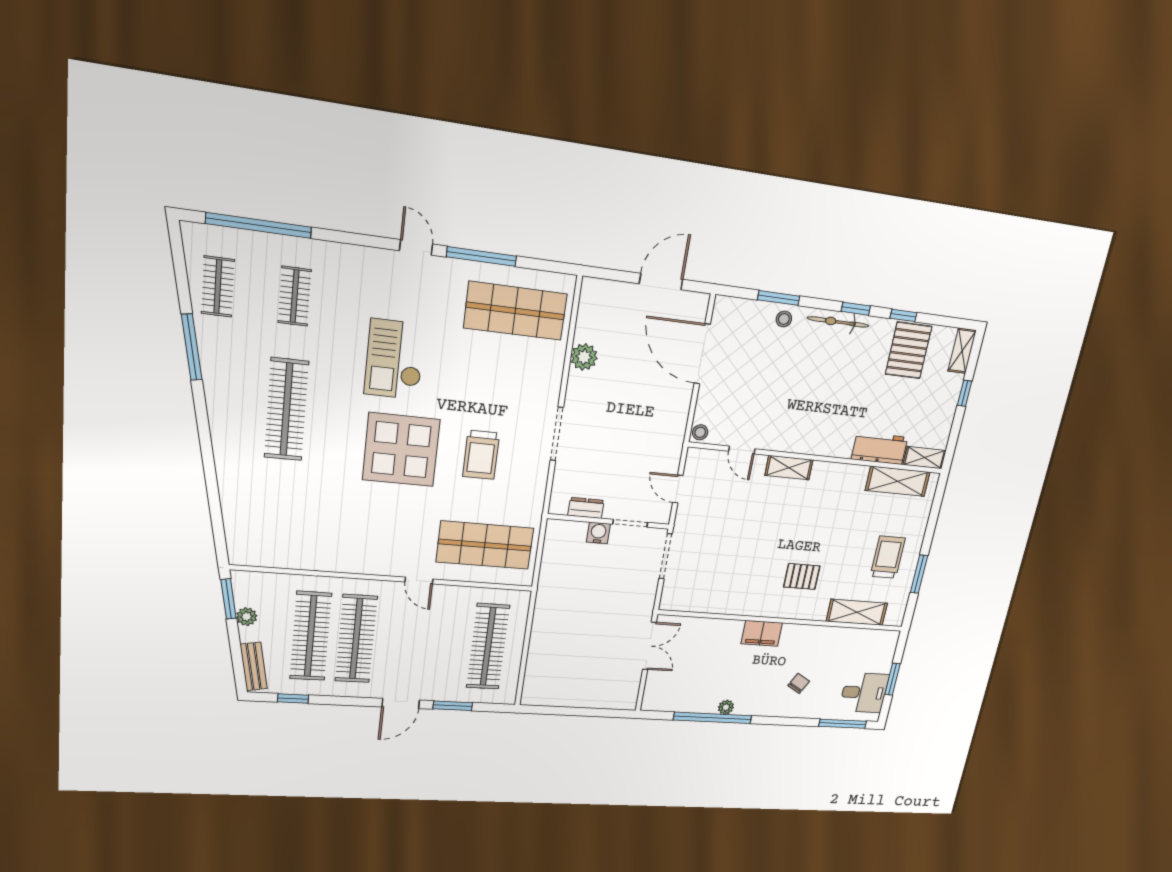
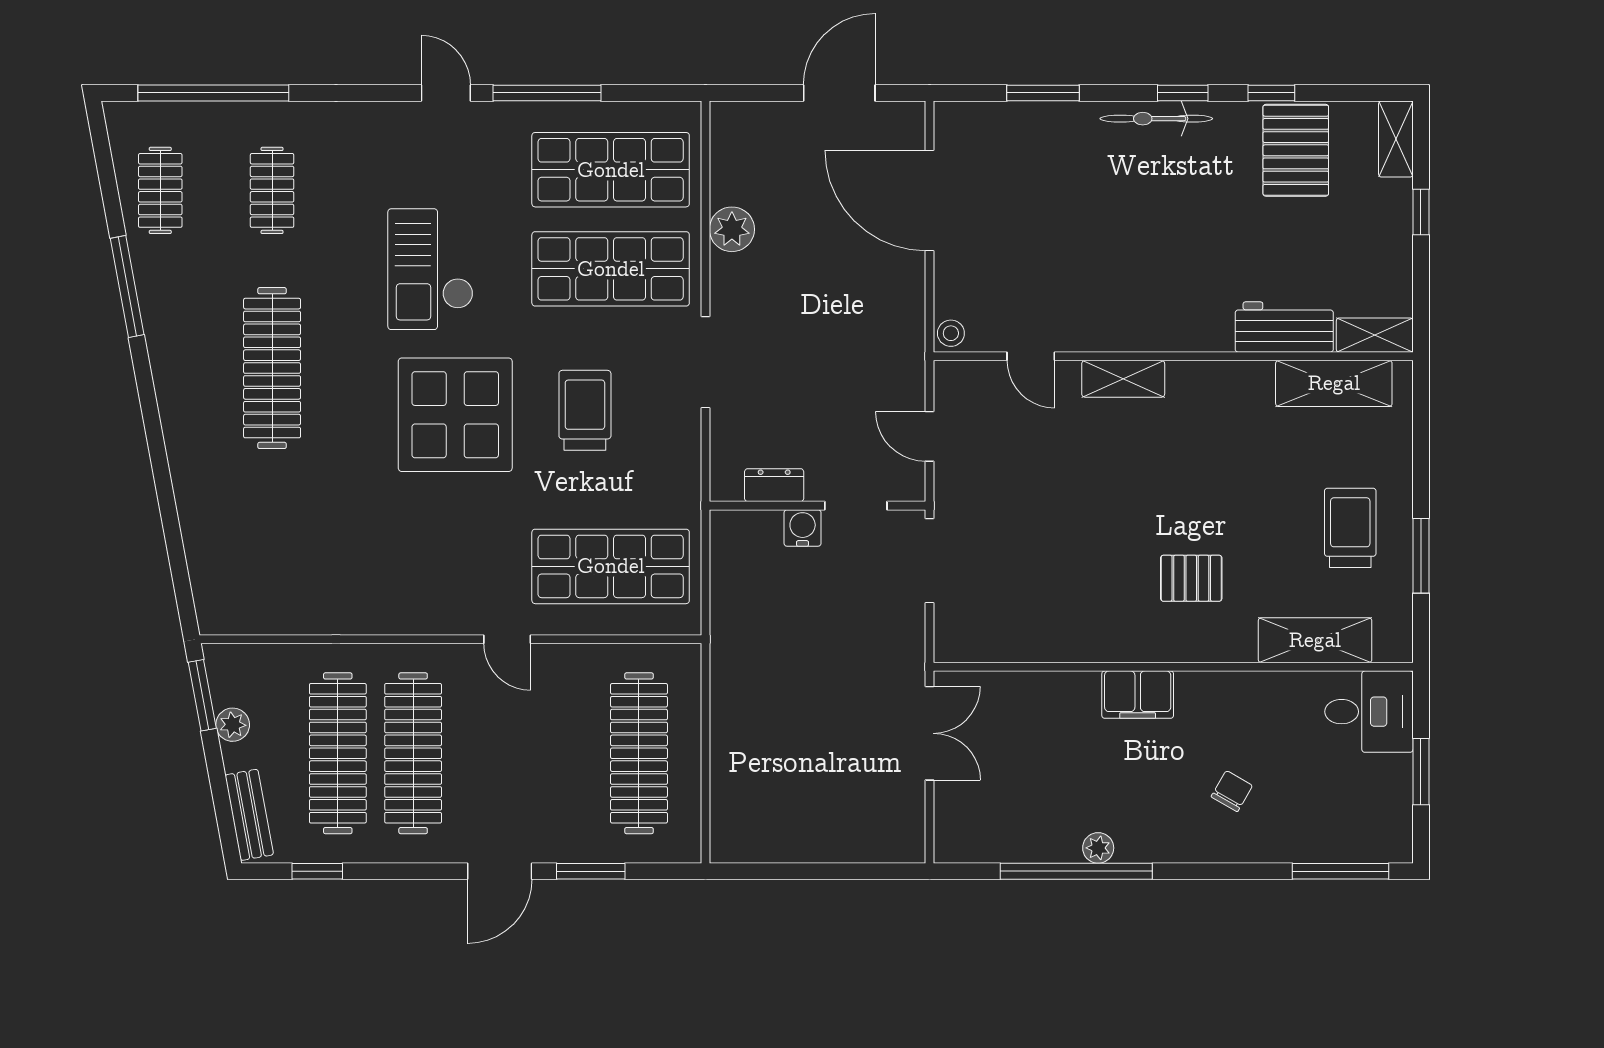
stool: (784, 319) -> (1060, 126), removed
shop shelf: (507, 372) -> (611, 269), added
trolley: (481, 455) -> (585, 410), turned 180
desk: (864, 693) -> (1369, 712), moved

